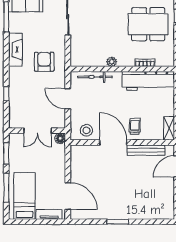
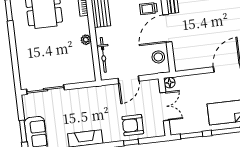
armchair: (44, 62) -> (133, 125), moved

